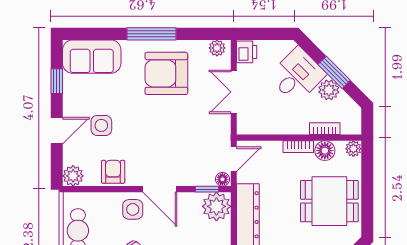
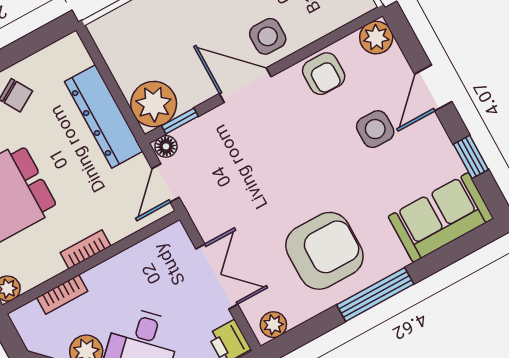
floor lamp: (325, 151) -> (46, 264), removed

